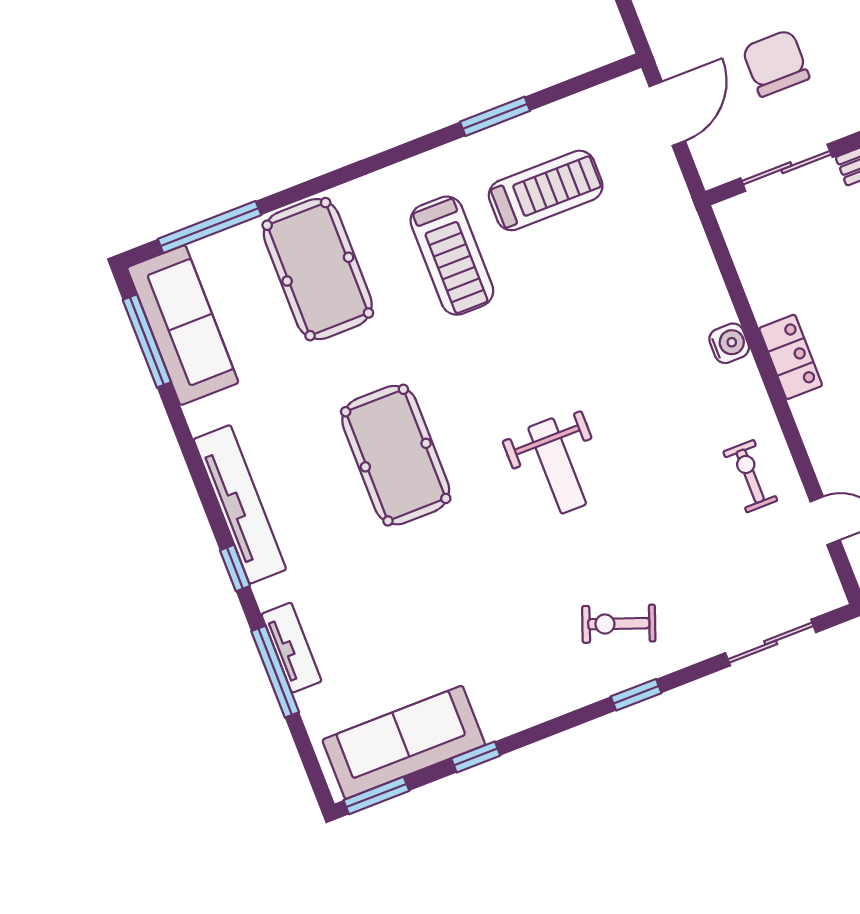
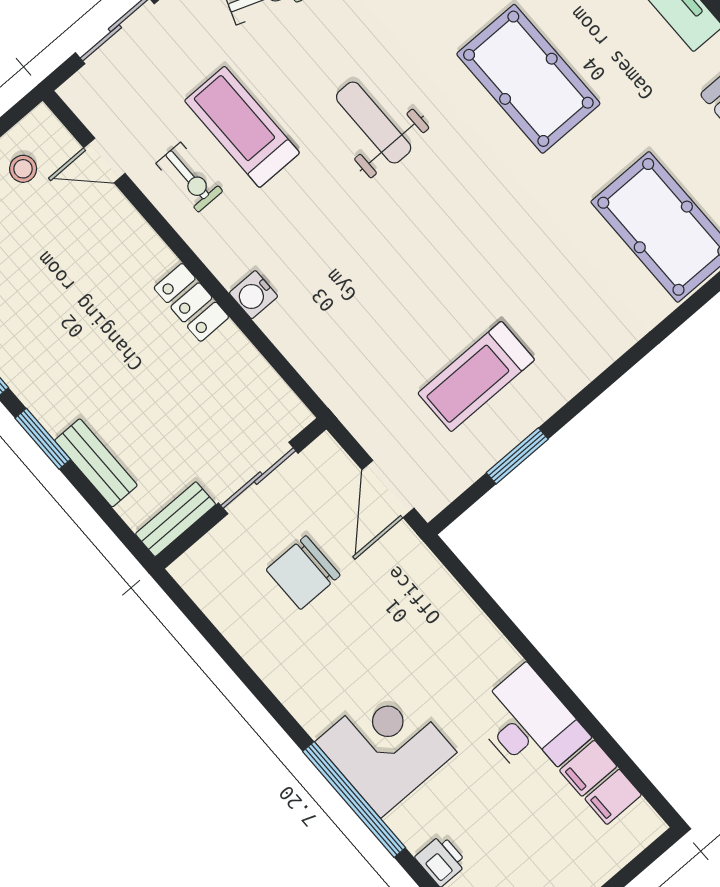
chair: (776, 63) -> (303, 572), turned 90
window: (495, 116) -> (517, 456), moved
treadmill: (452, 256) -> (242, 127), moved

